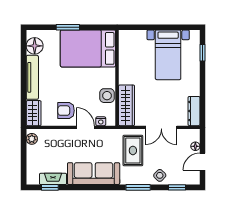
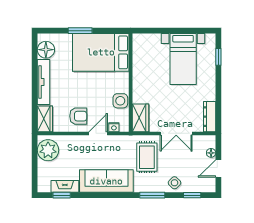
wardrobe: (127, 105) -> (140, 118), width x0.67
armchair: (66, 111) -> (78, 116), turned 180
door: (85, 127) -> (98, 133), hinge flipped
plant: (32, 139) -> (48, 150), width x1.88, depth x1.88

